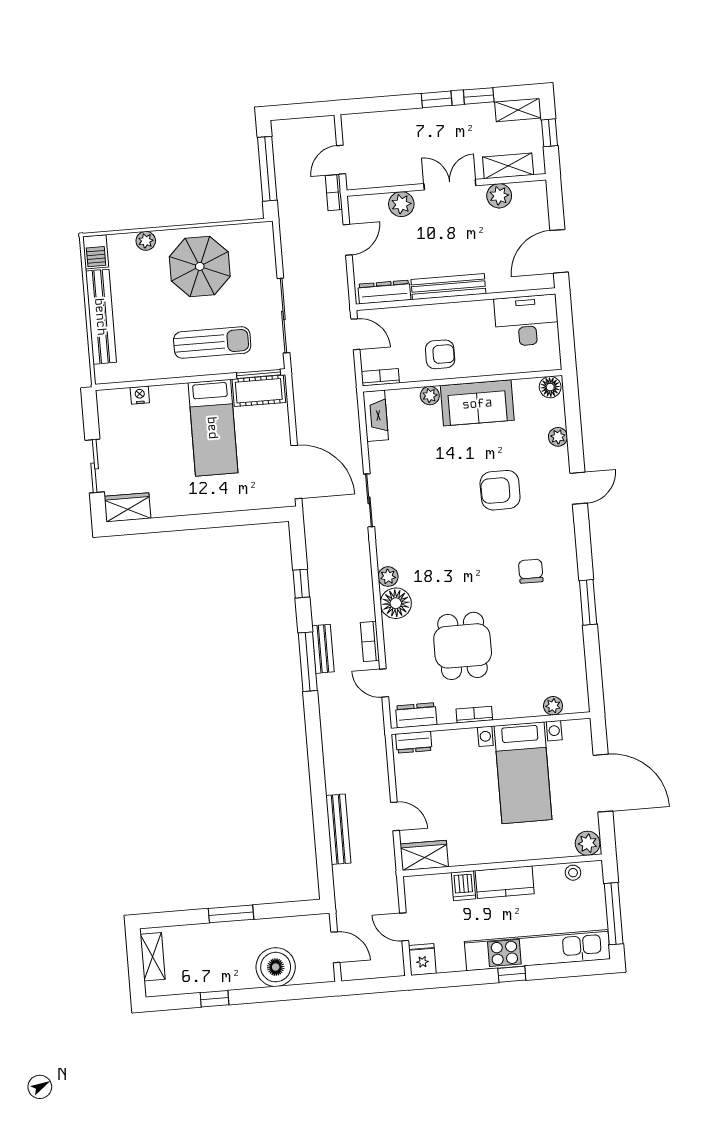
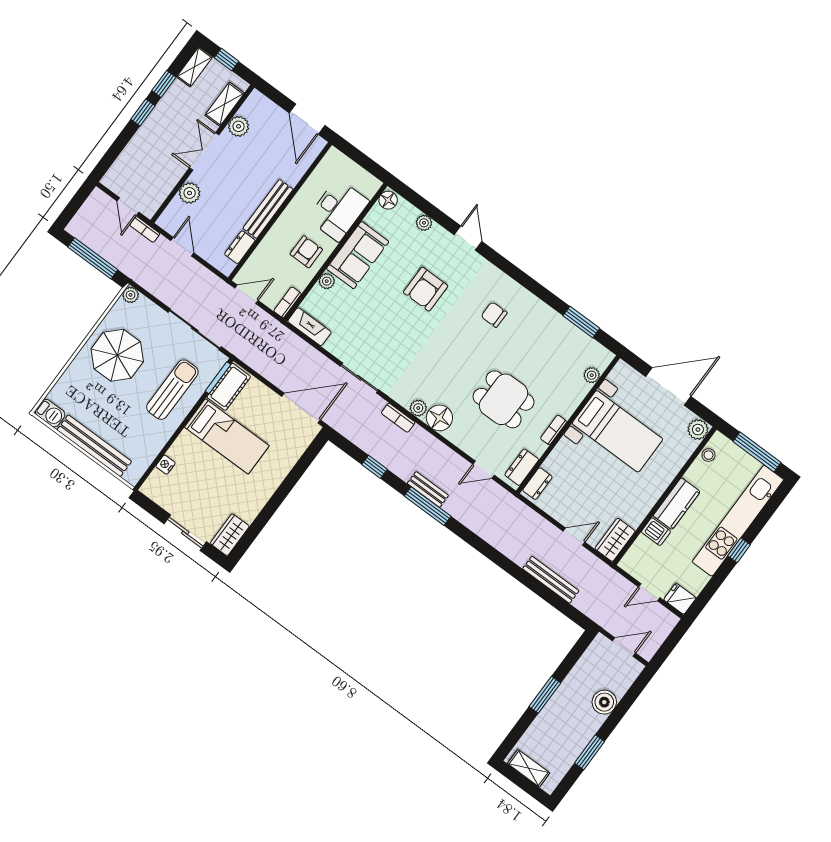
plant: (146, 241) -> (131, 295), moved
dresser: (384, 292) -> (240, 247), width x0.70
desk: (527, 321) -> (338, 210), moved, turned 180
window: (588, 602) -> (581, 322), moved
bookcase: (370, 641) -> (398, 418), moved
boiler: (276, 967) -> (604, 702), width x0.73, depth x0.73
window: (214, 999) -> (589, 752), width x1.50

